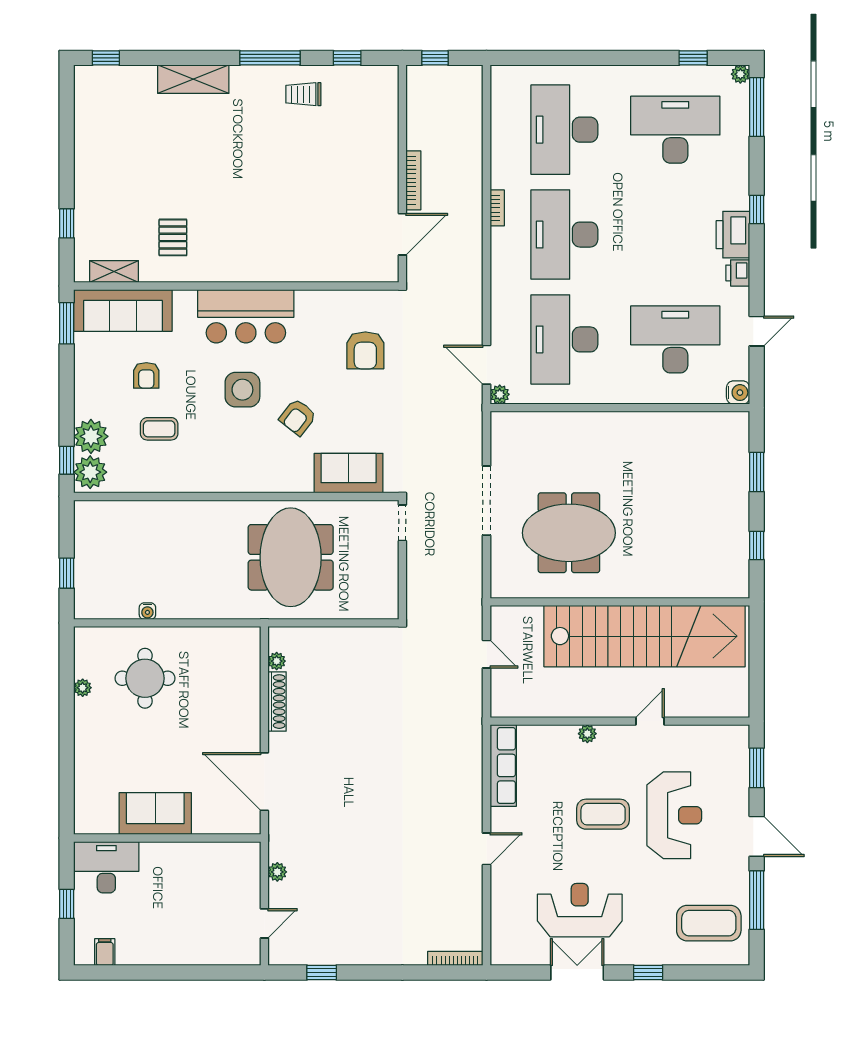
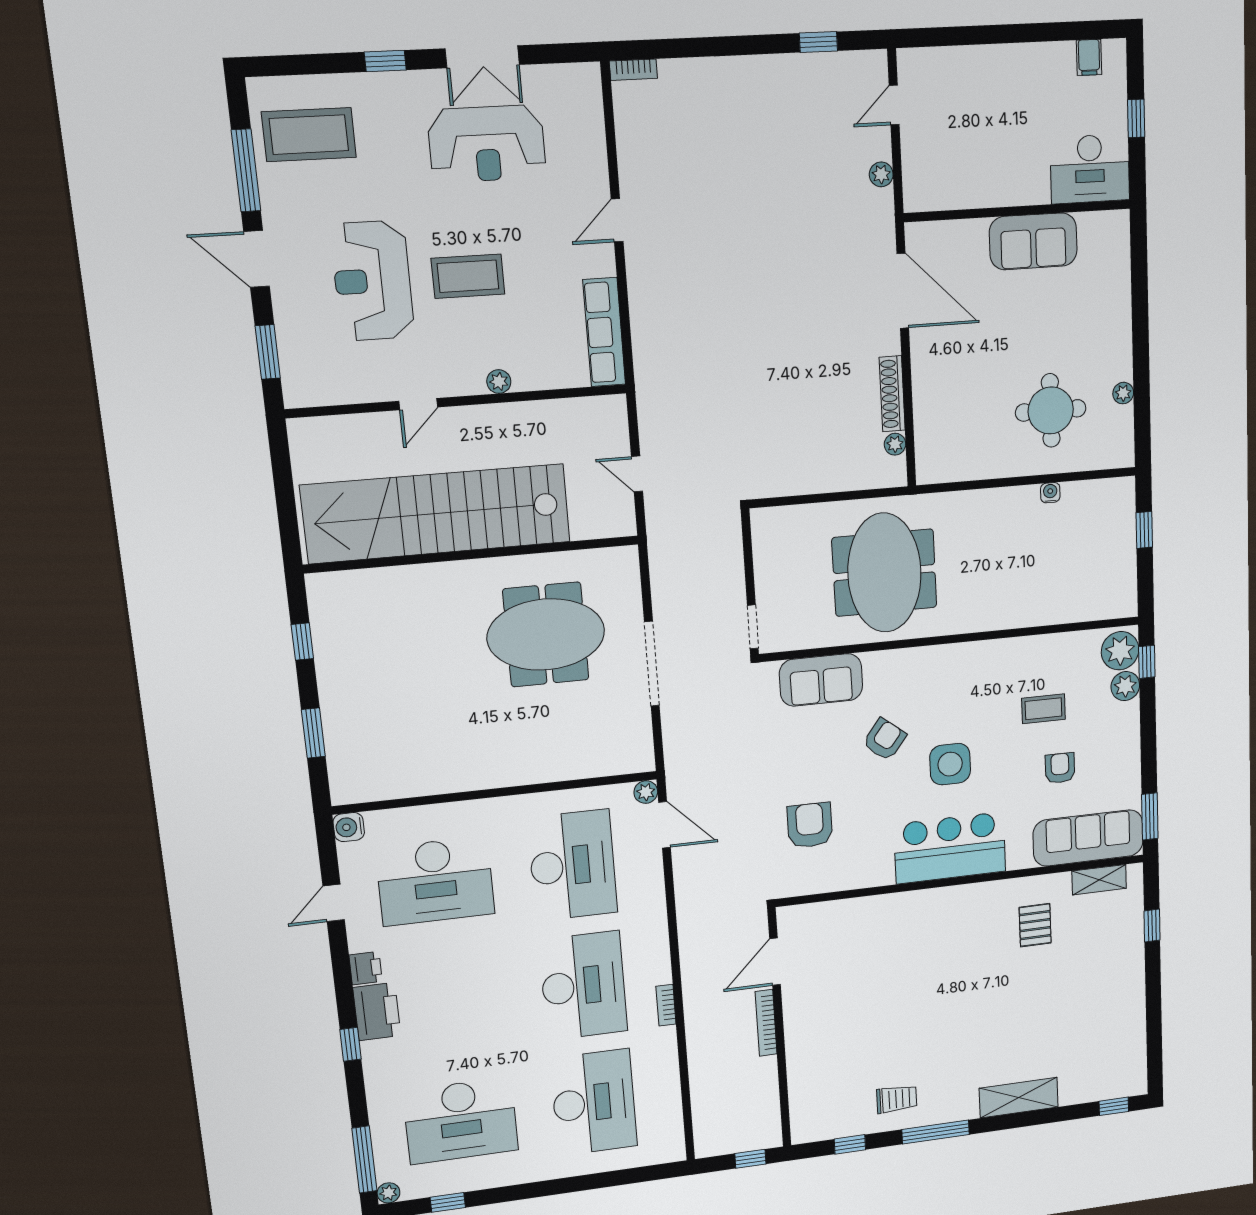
plant: (91, 436) -> (1125, 686), width x0.73, depth x0.73
bookcase: (455, 958) -> (633, 70), width x0.64

